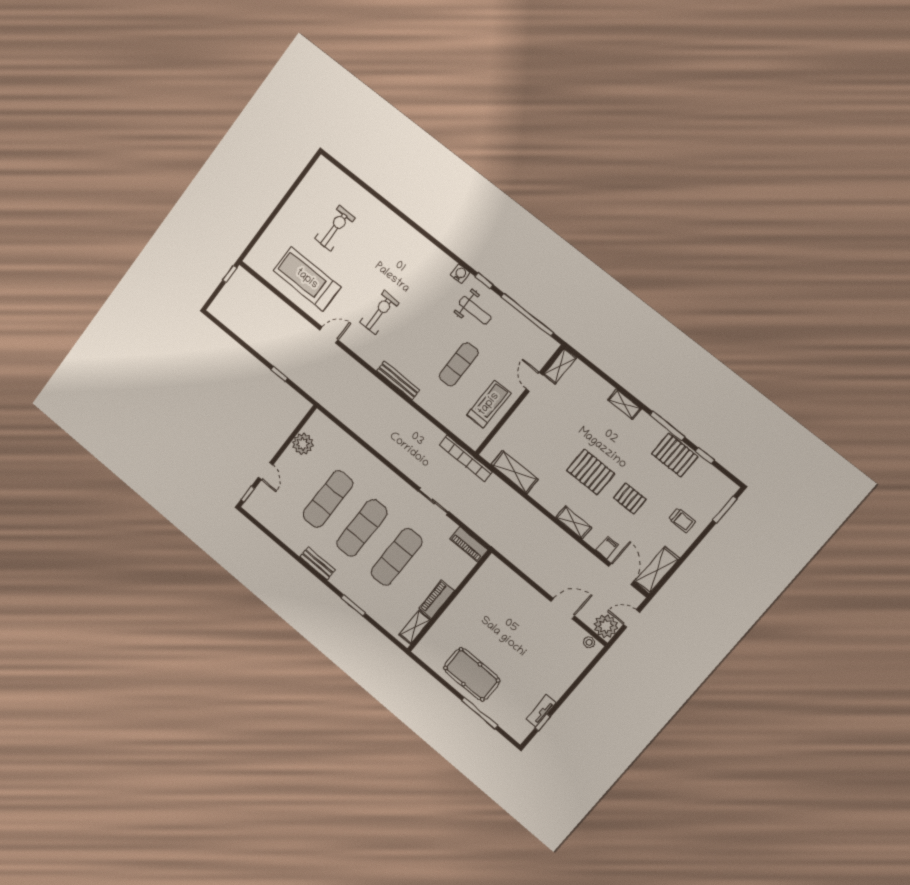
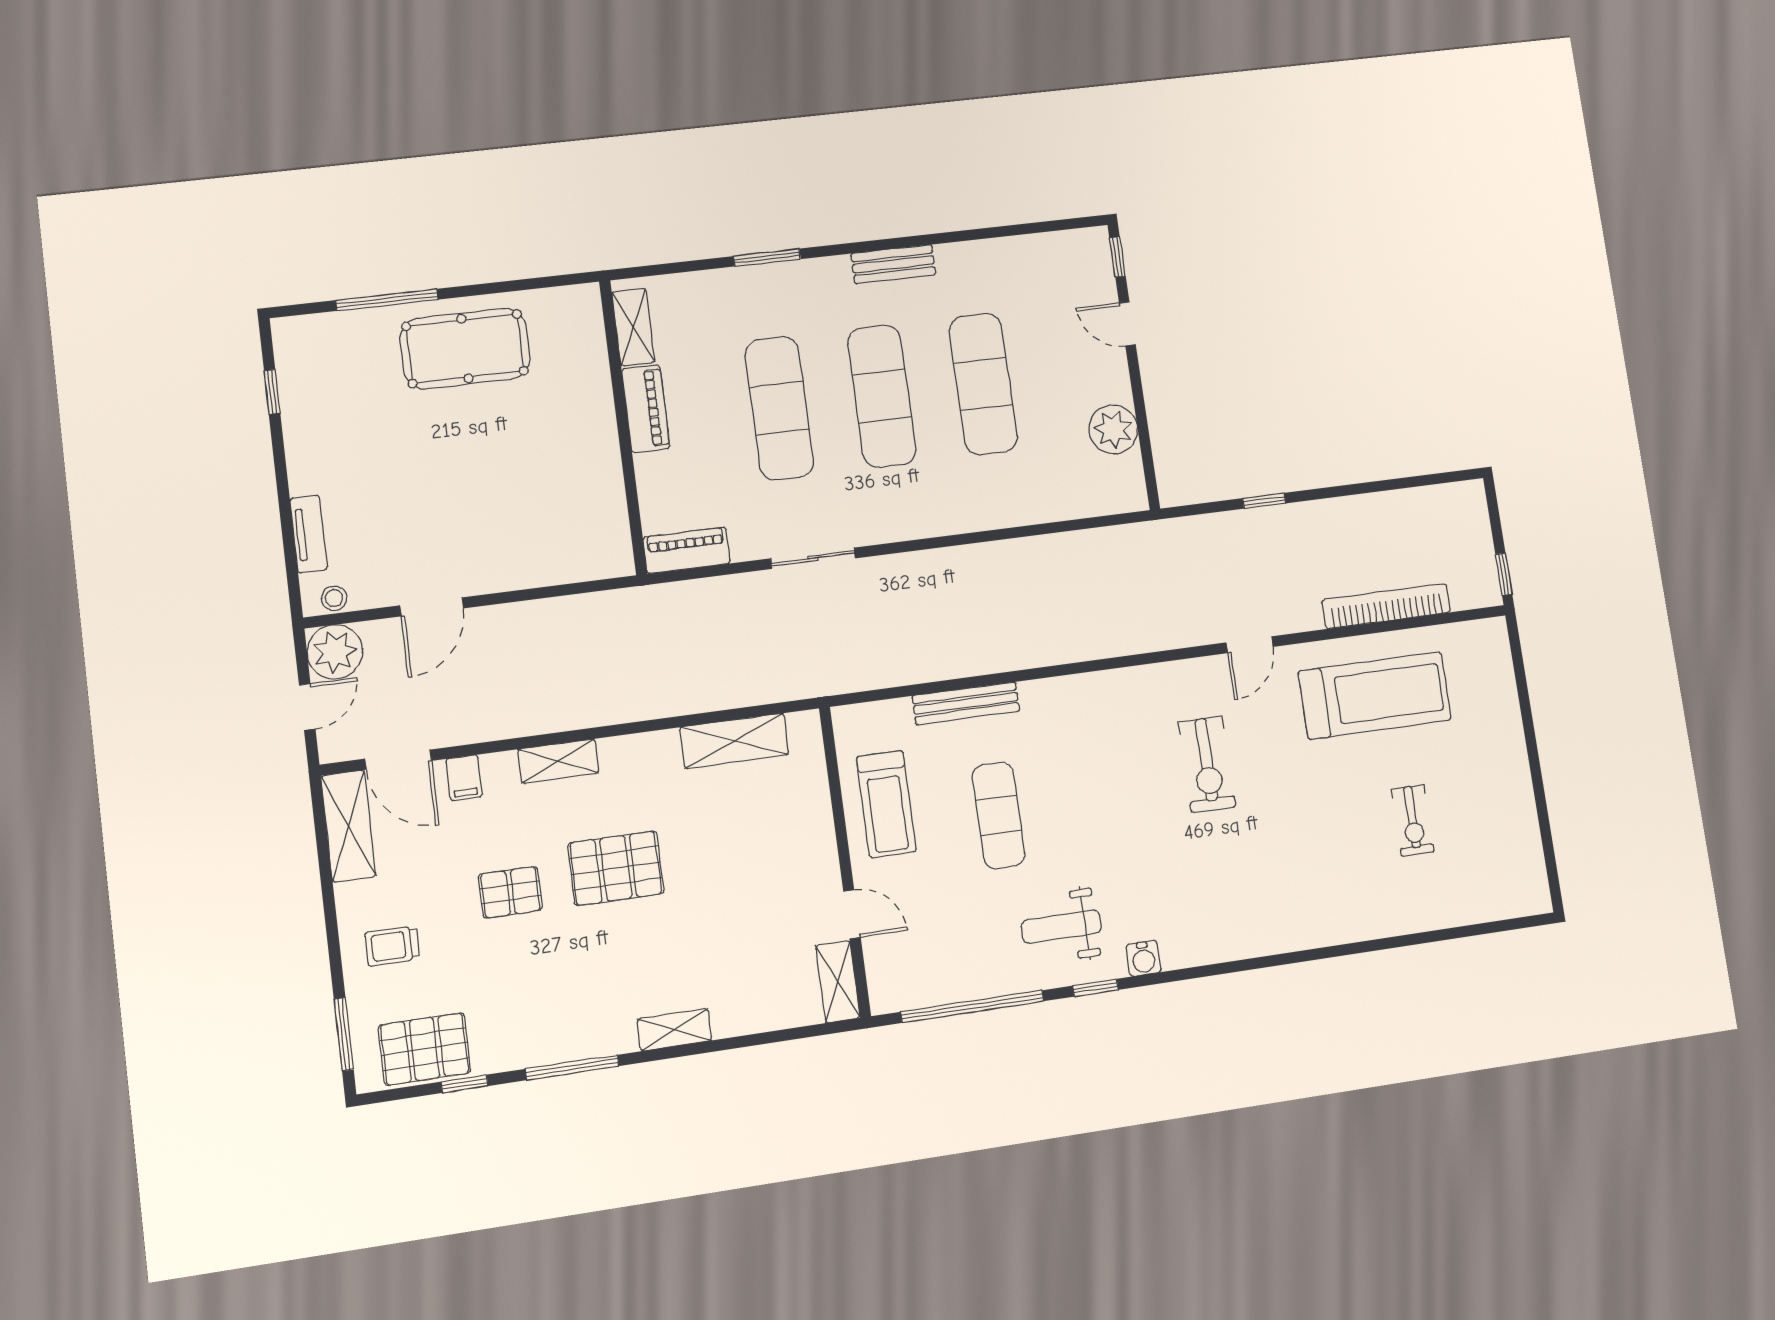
exercise bike: (335, 228) -> (1413, 820), width x0.73, depth x0.72
bench: (398, 380) -> (966, 703), moved
pallet: (675, 455) -> (424, 1049), moved
bookcase: (466, 458) -> (1386, 606), moved
tv unit: (541, 711) -> (309, 534), moved

